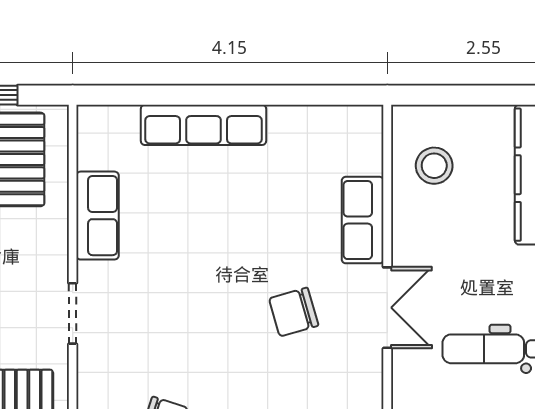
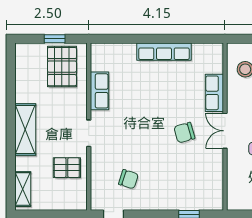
row of seats: (203, 125) -> (164, 52), moved
double door: (387, 308) -> (225, 131), swing flipped

